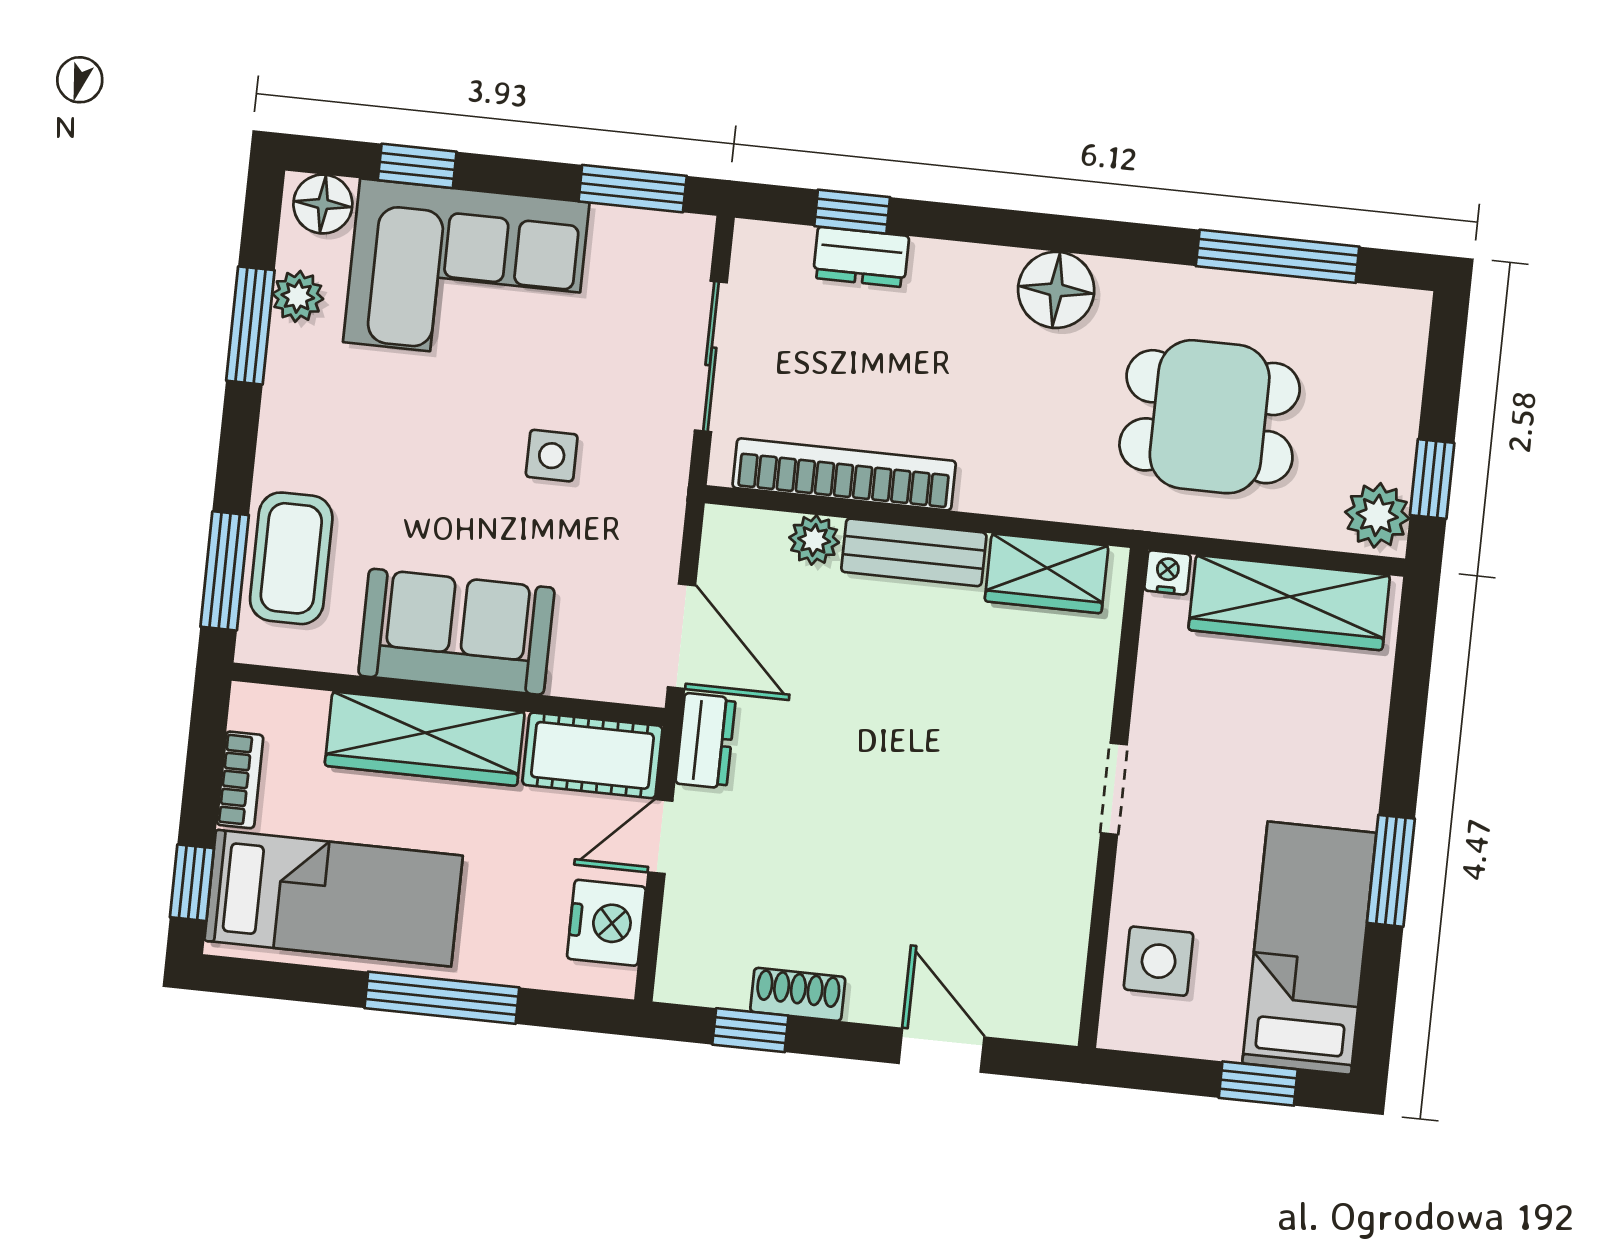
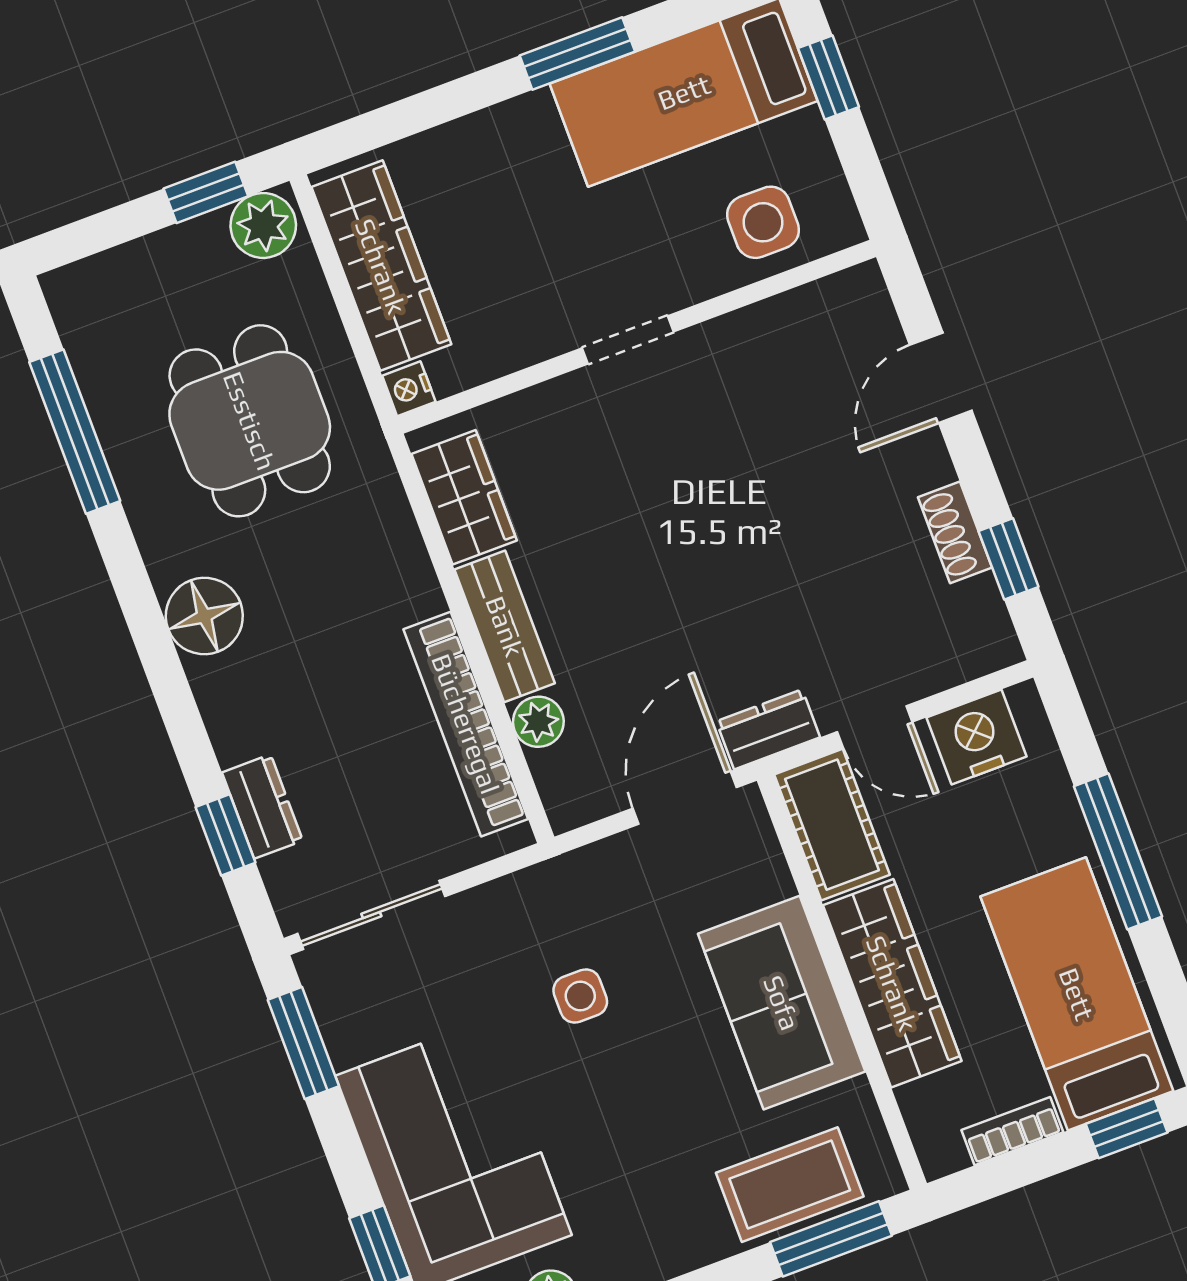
sliding door: (711, 356) -> (371, 915), moved

